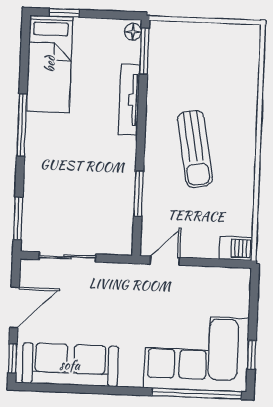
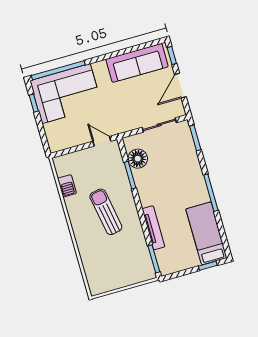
floor lamp: (133, 32) -> (138, 159), moved, width x1.89, depth x1.89
barbecue: (236, 248) -> (67, 186), moved, turned -90
door: (165, 261) -> (102, 141), swing flipped

